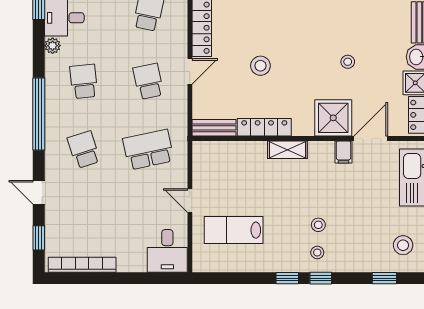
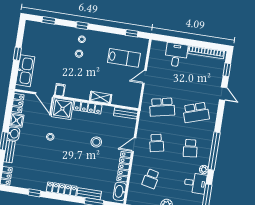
window: (39, 114) -> (214, 151), moved
locker: (264, 127) -> (88, 107), moved
door: (371, 138) -> (44, 95), hinge flipped
school desk: (84, 150) -> (196, 112), width x1.85
shelving: (287, 150) -> (101, 97), moved
door: (190, 201) -> (144, 77), swing flipped
stool: (403, 245) -> (36, 36), removed
desk: (167, 251) -> (176, 55), moved
window: (287, 278) -> (132, 33), moved

